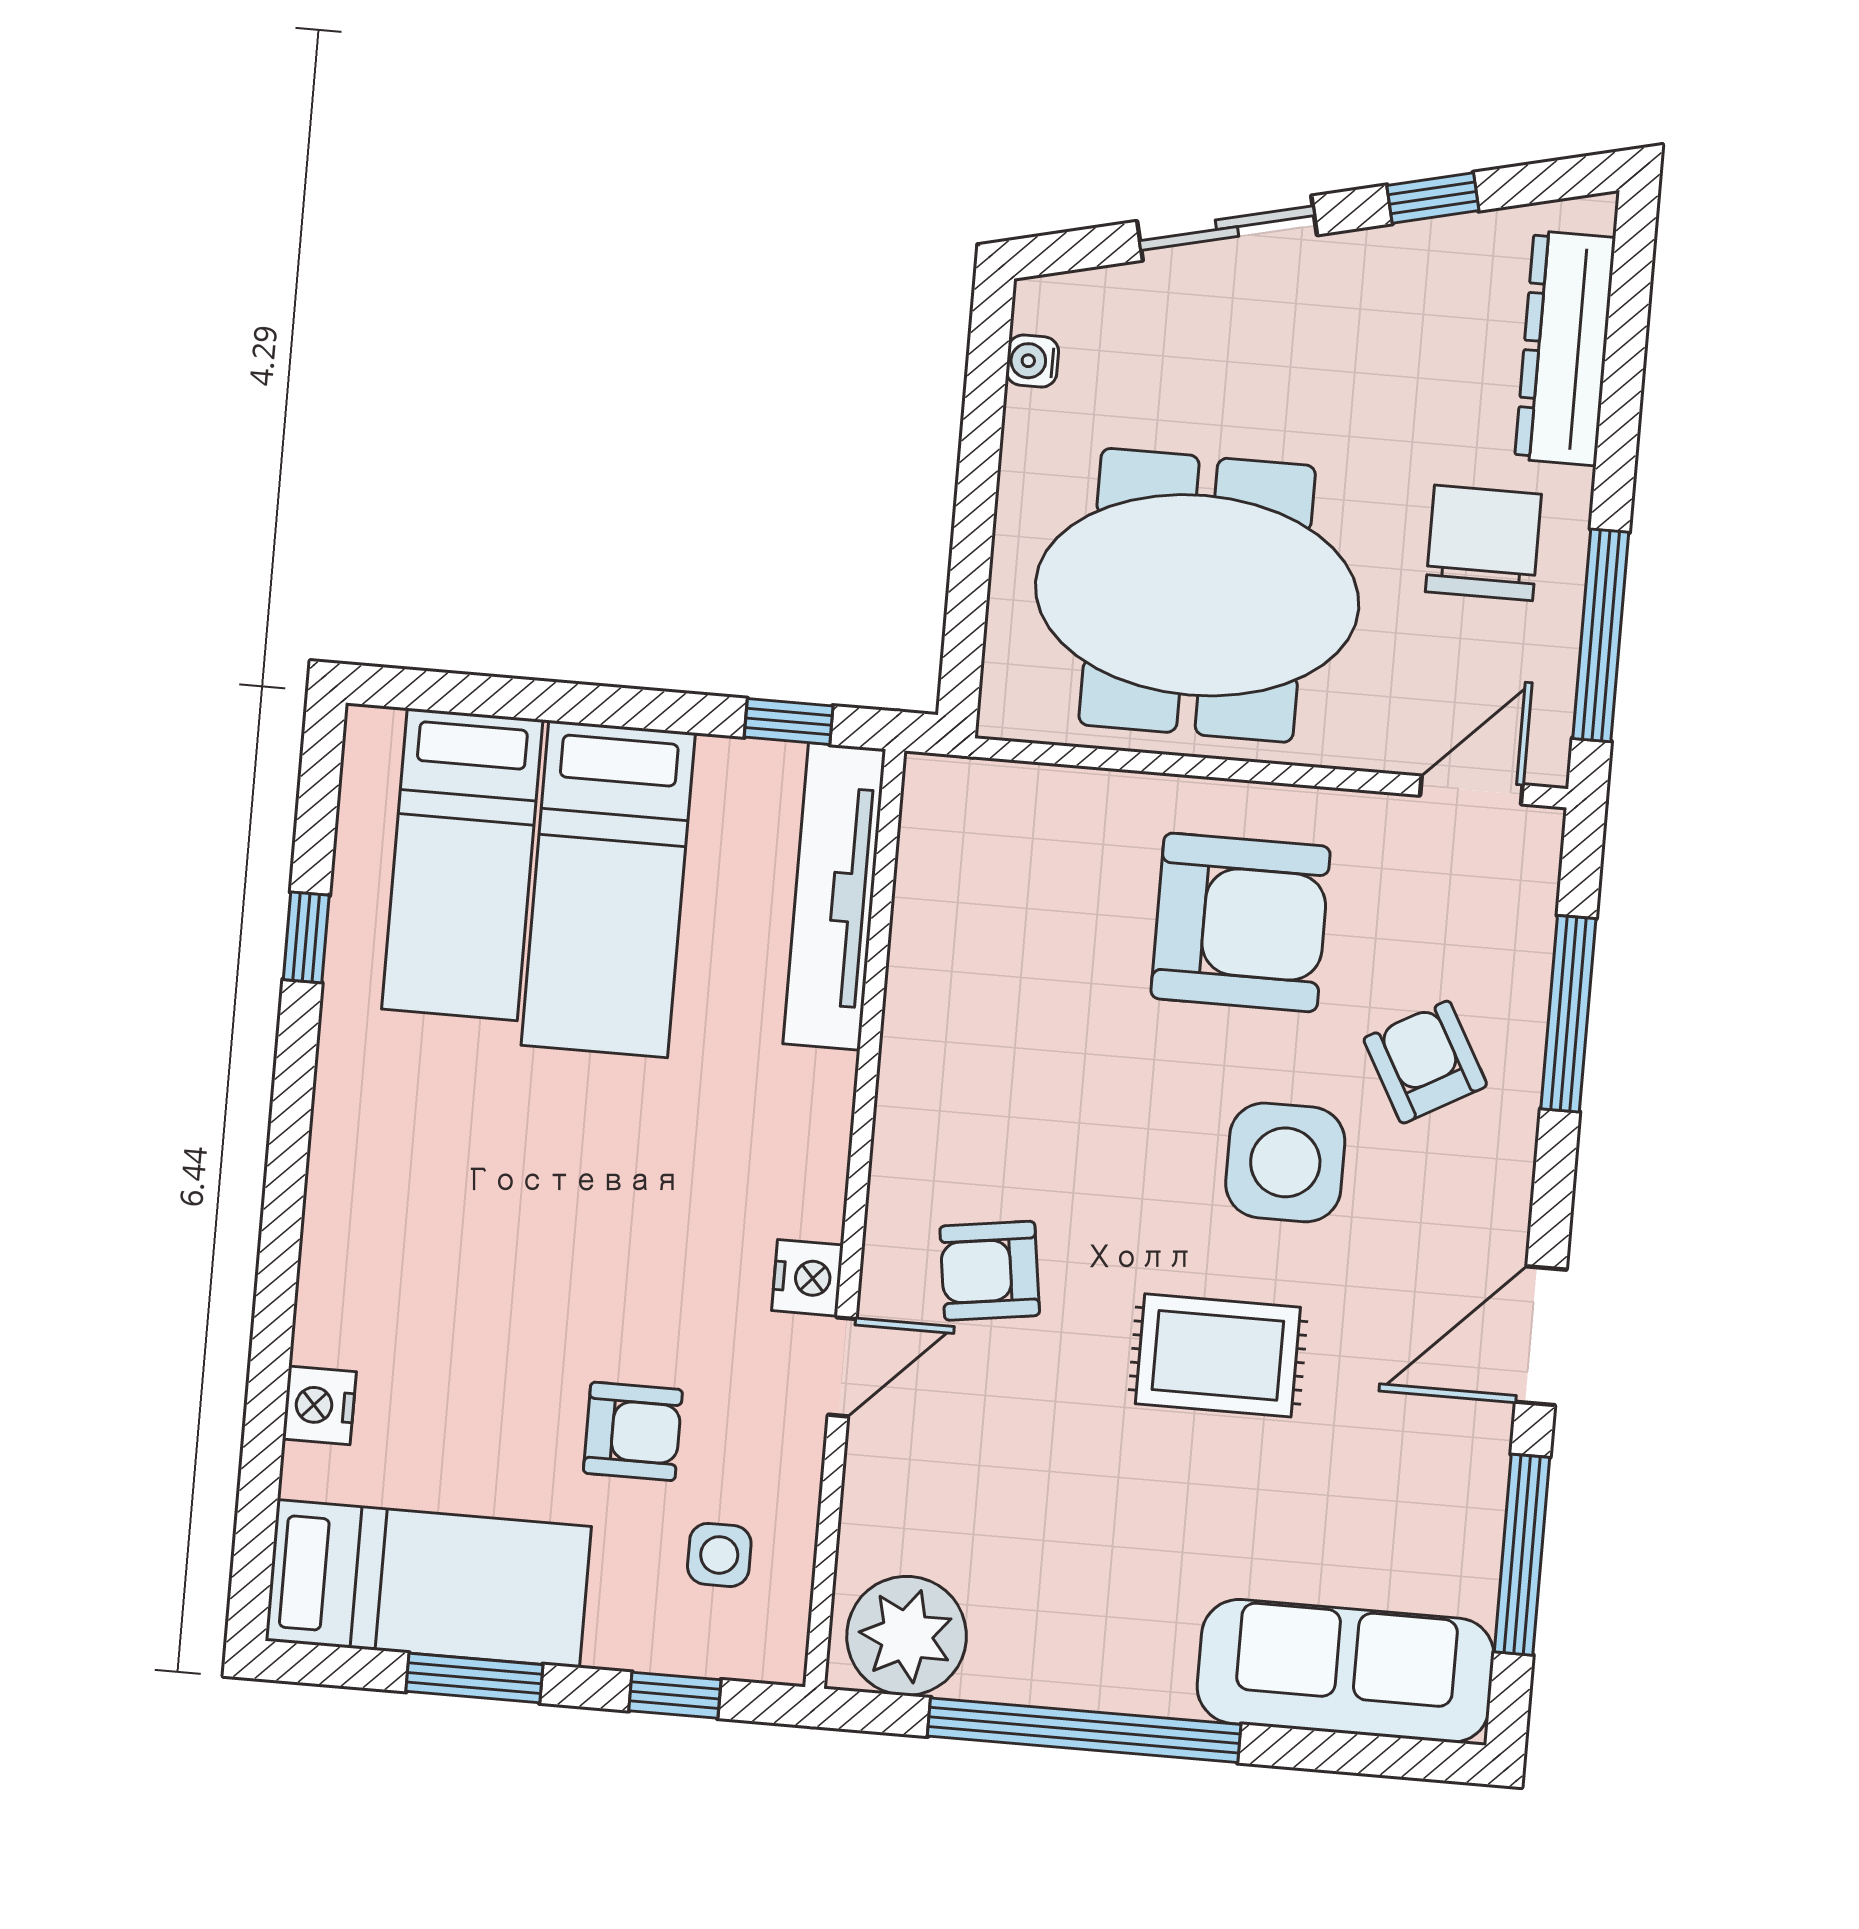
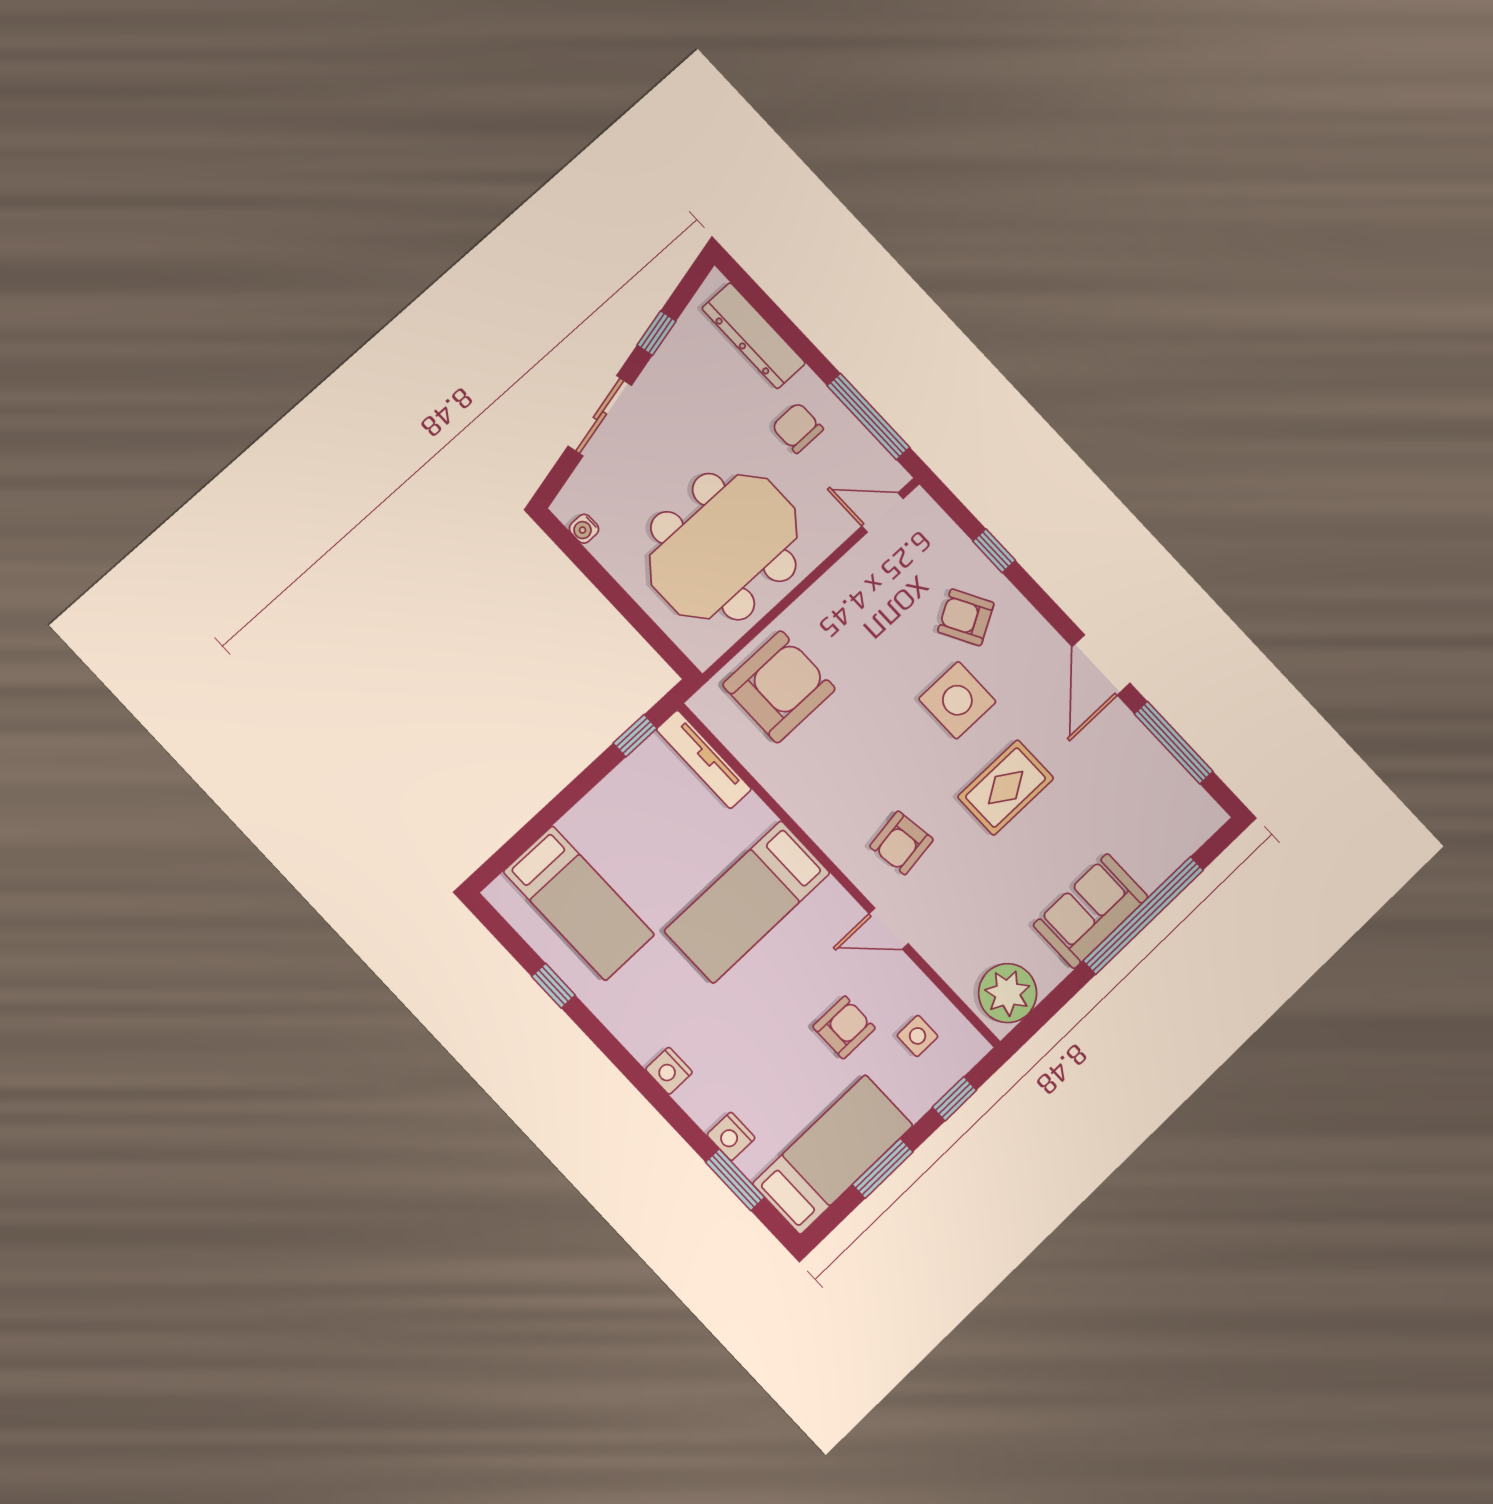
chair: (1483, 543) -> (797, 428), width x0.73, depth x0.73
door: (1471, 790) -> (883, 512), hinge flipped
bed: (608, 889) -> (747, 902), moved, turned 90
tv unit: (834, 896) -> (704, 759), width x0.73, depth x0.78
armchair: (1241, 922) -> (779, 687), moved
window: (1568, 1014) -> (994, 551), width x0.46
nightstand: (807, 1278) -> (669, 1071), moved, turned 180
door: (842, 1367) -> (889, 929), swing flipped
window: (261, 1469) -> (735, 1180), added
sofa: (1346, 1671) -> (1091, 911), moved, width x0.73
window: (1084, 1730) -> (1143, 915), moved

